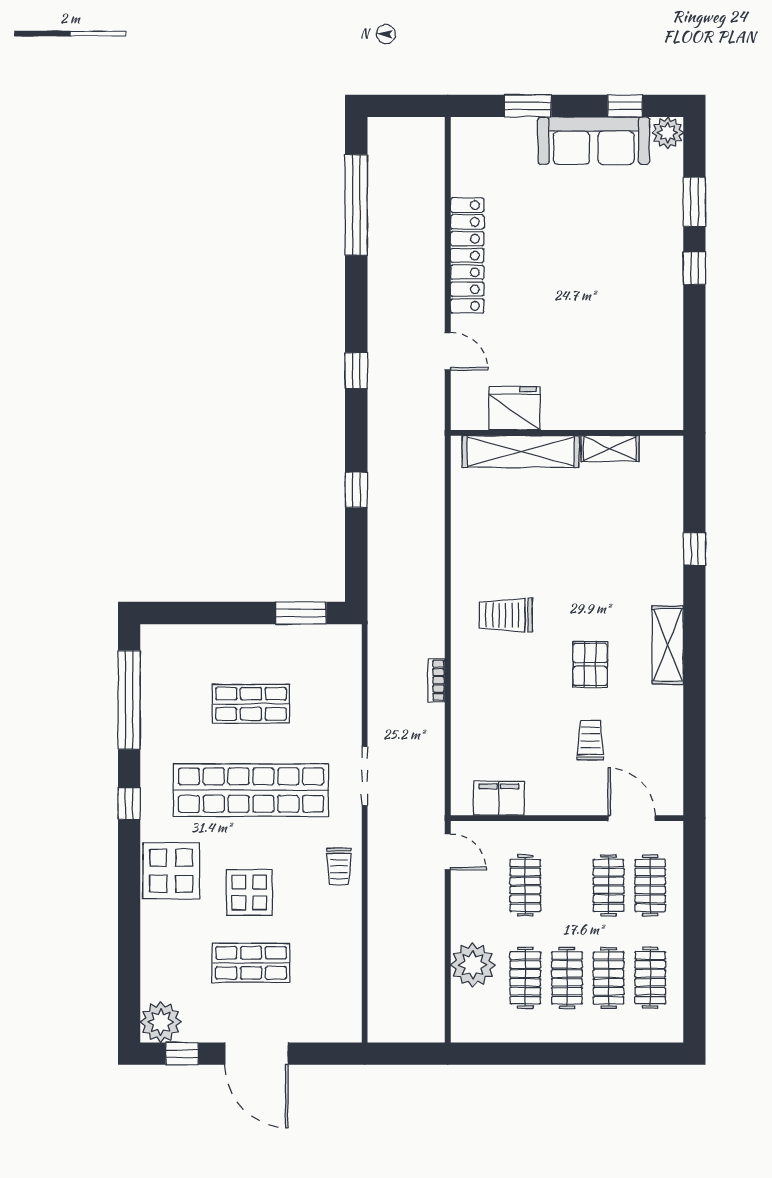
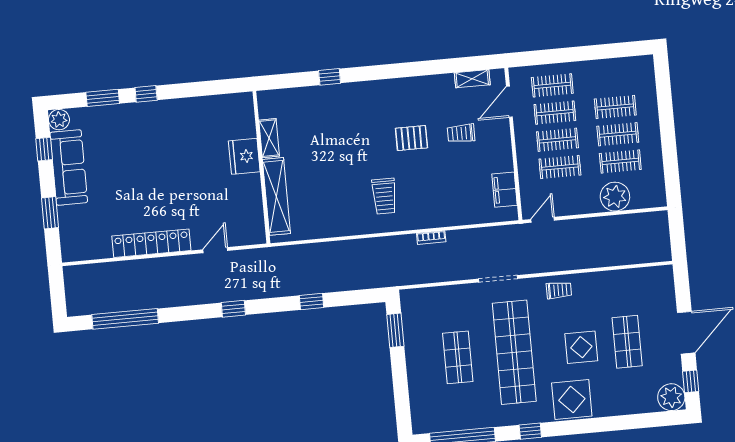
fridge: (514, 408) -> (244, 156), moved
shelving: (668, 645) -> (472, 79), moved, width x0.67, depth x0.75
clothes rail: (650, 978) -> (557, 140), moved

